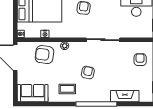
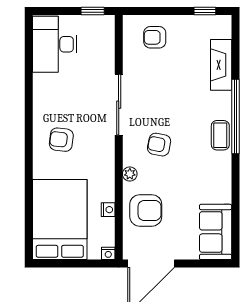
armchair: (44, 55) -> (146, 210), turned -98
armchair: (88, 73) -> (159, 145), moved
coffee table: (67, 89) -> (220, 135), moved

